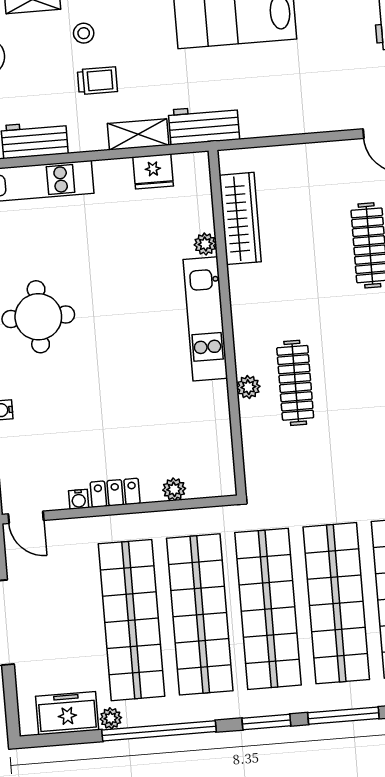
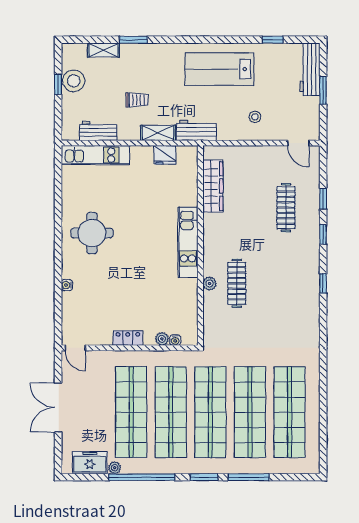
stool: (84, 33) -> (255, 117), moved
plant: (205, 244) -> (191, 199), removed
water cooler: (79, 499) -> (175, 340), moved

